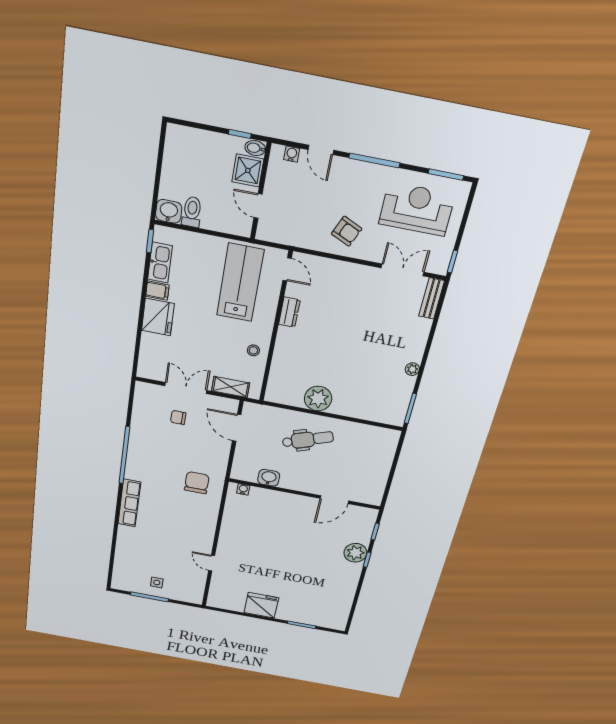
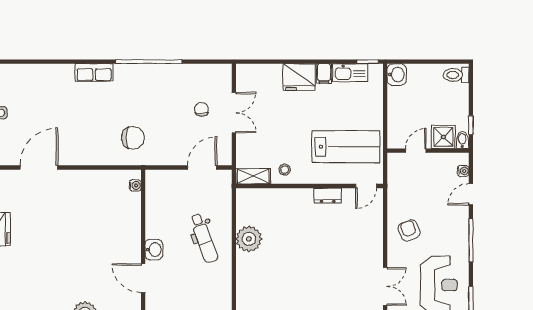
toilet: (192, 212) -> (456, 75), moved, turned 180
armchair: (347, 231) -> (409, 230), turned 134
shelving: (231, 387) -> (253, 176), moved, turned 90
washbasin: (269, 478) -> (154, 250), moved
row of seats: (129, 503) -> (94, 73), width x0.68
door: (212, 563) -> (39, 168), width x1.87

